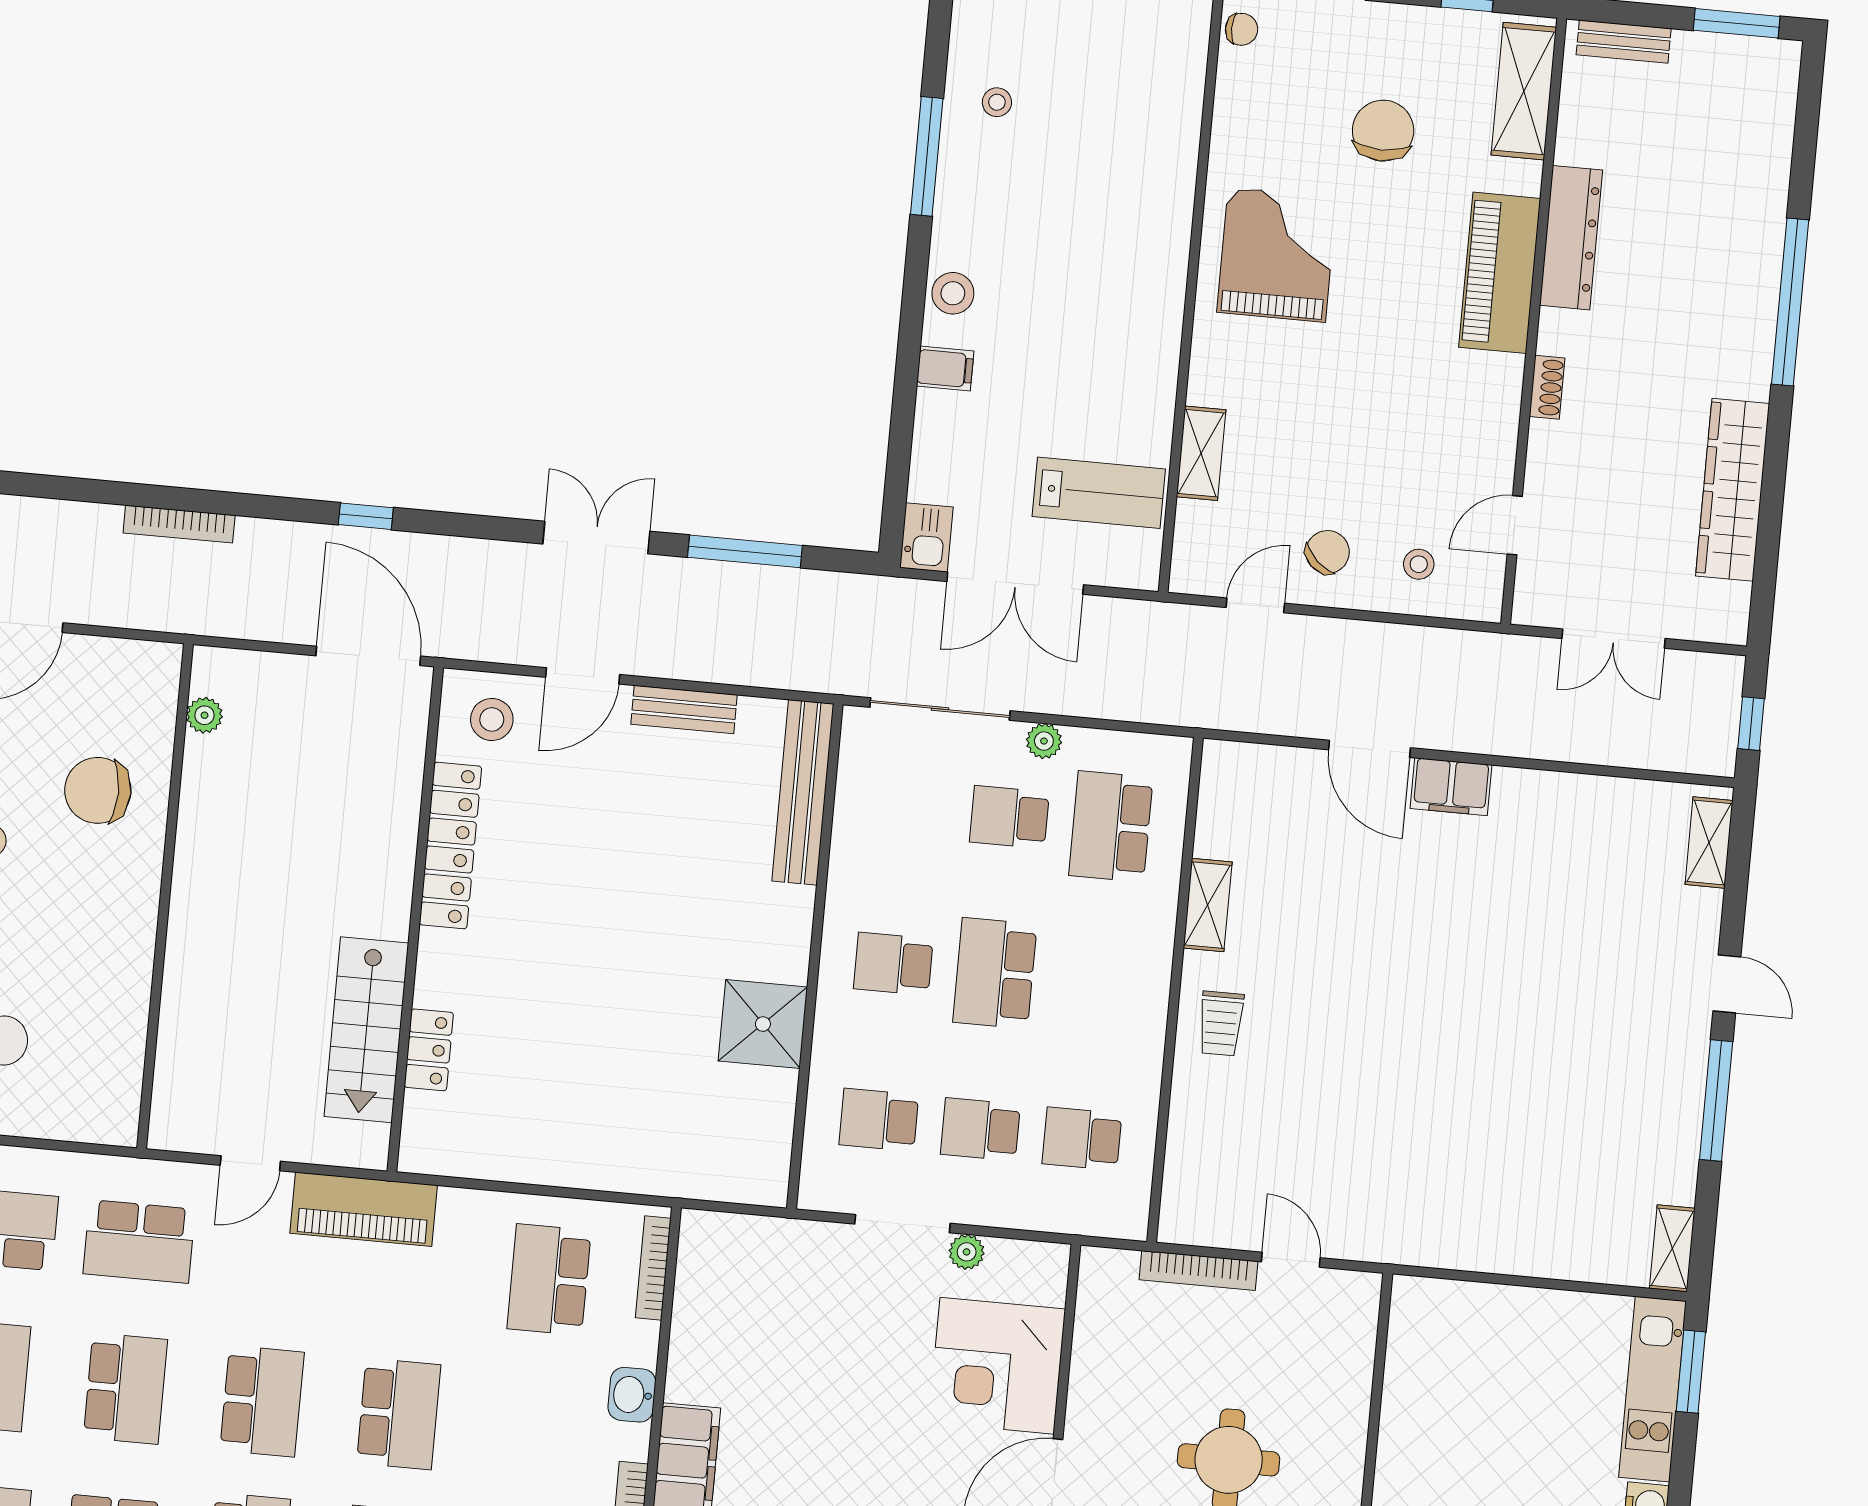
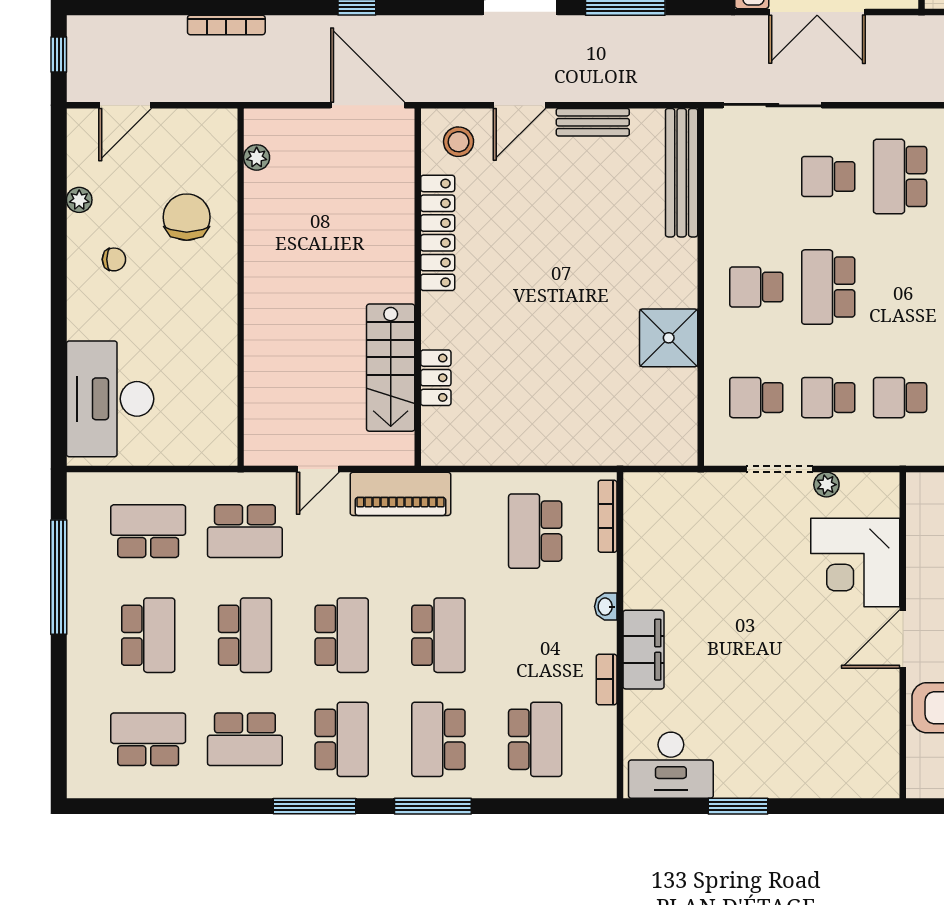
plant: (1044, 741) -> (848, 121), removed
chair: (98, 790) -> (187, 217), turned 90
washbasin: (632, 1395) -> (606, 607), width x0.72, depth x0.69

